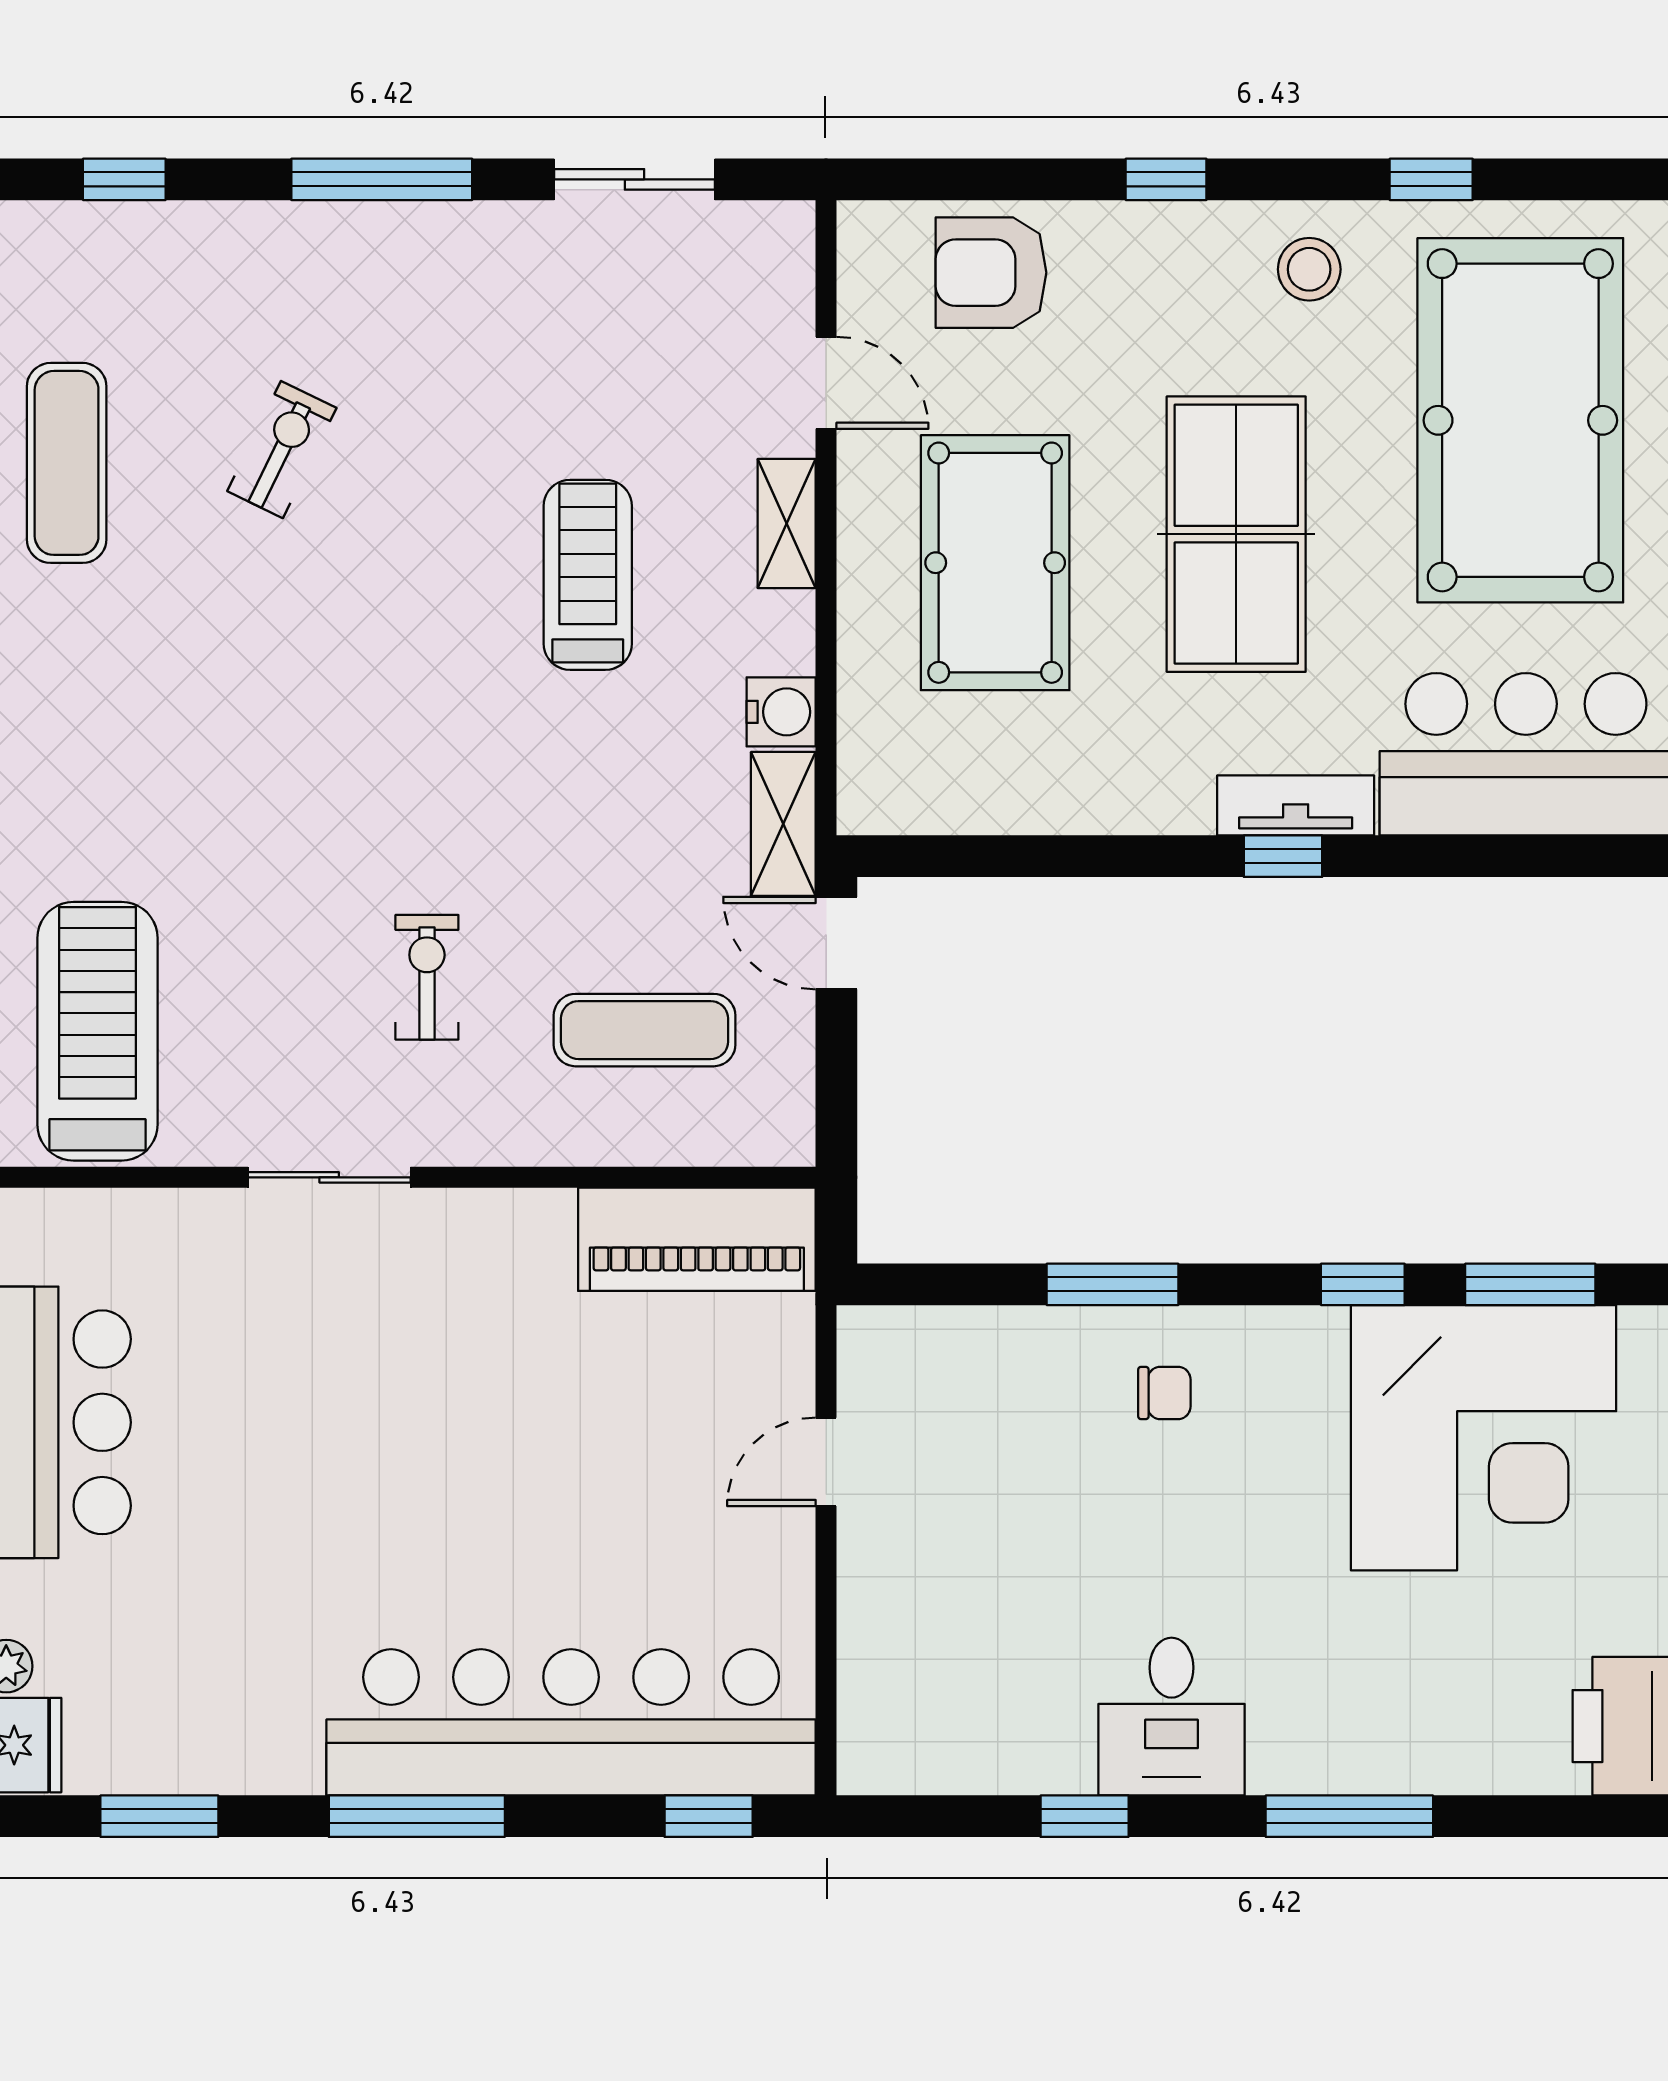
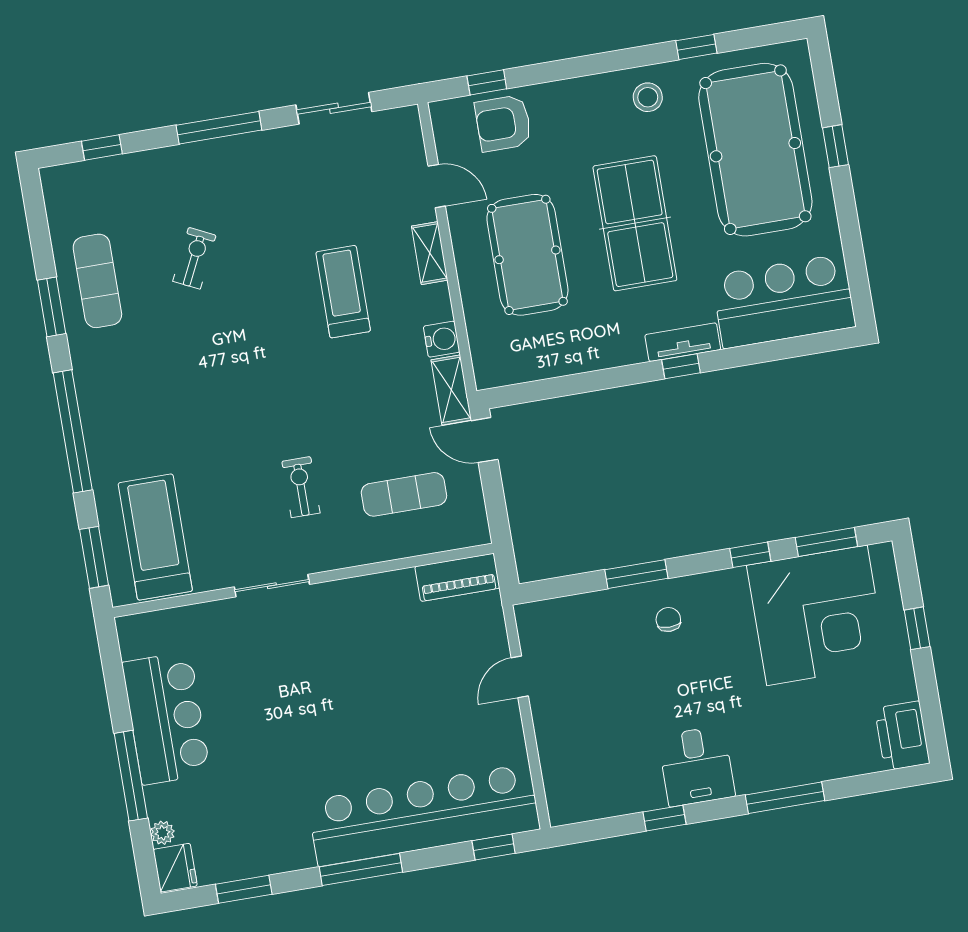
window: (1166, 179) -> (487, 82), moved
piano: (697, 1239) -> (457, 577), width x0.73, depth x0.75
chair: (1164, 1393) -> (668, 619), turned -90

